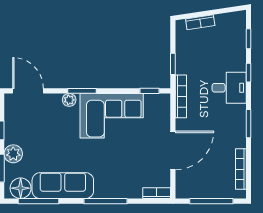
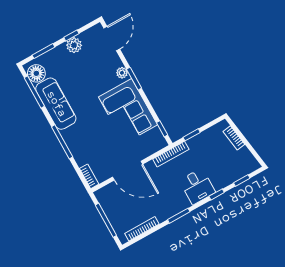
plant: (13, 154) -> (74, 45), moved

